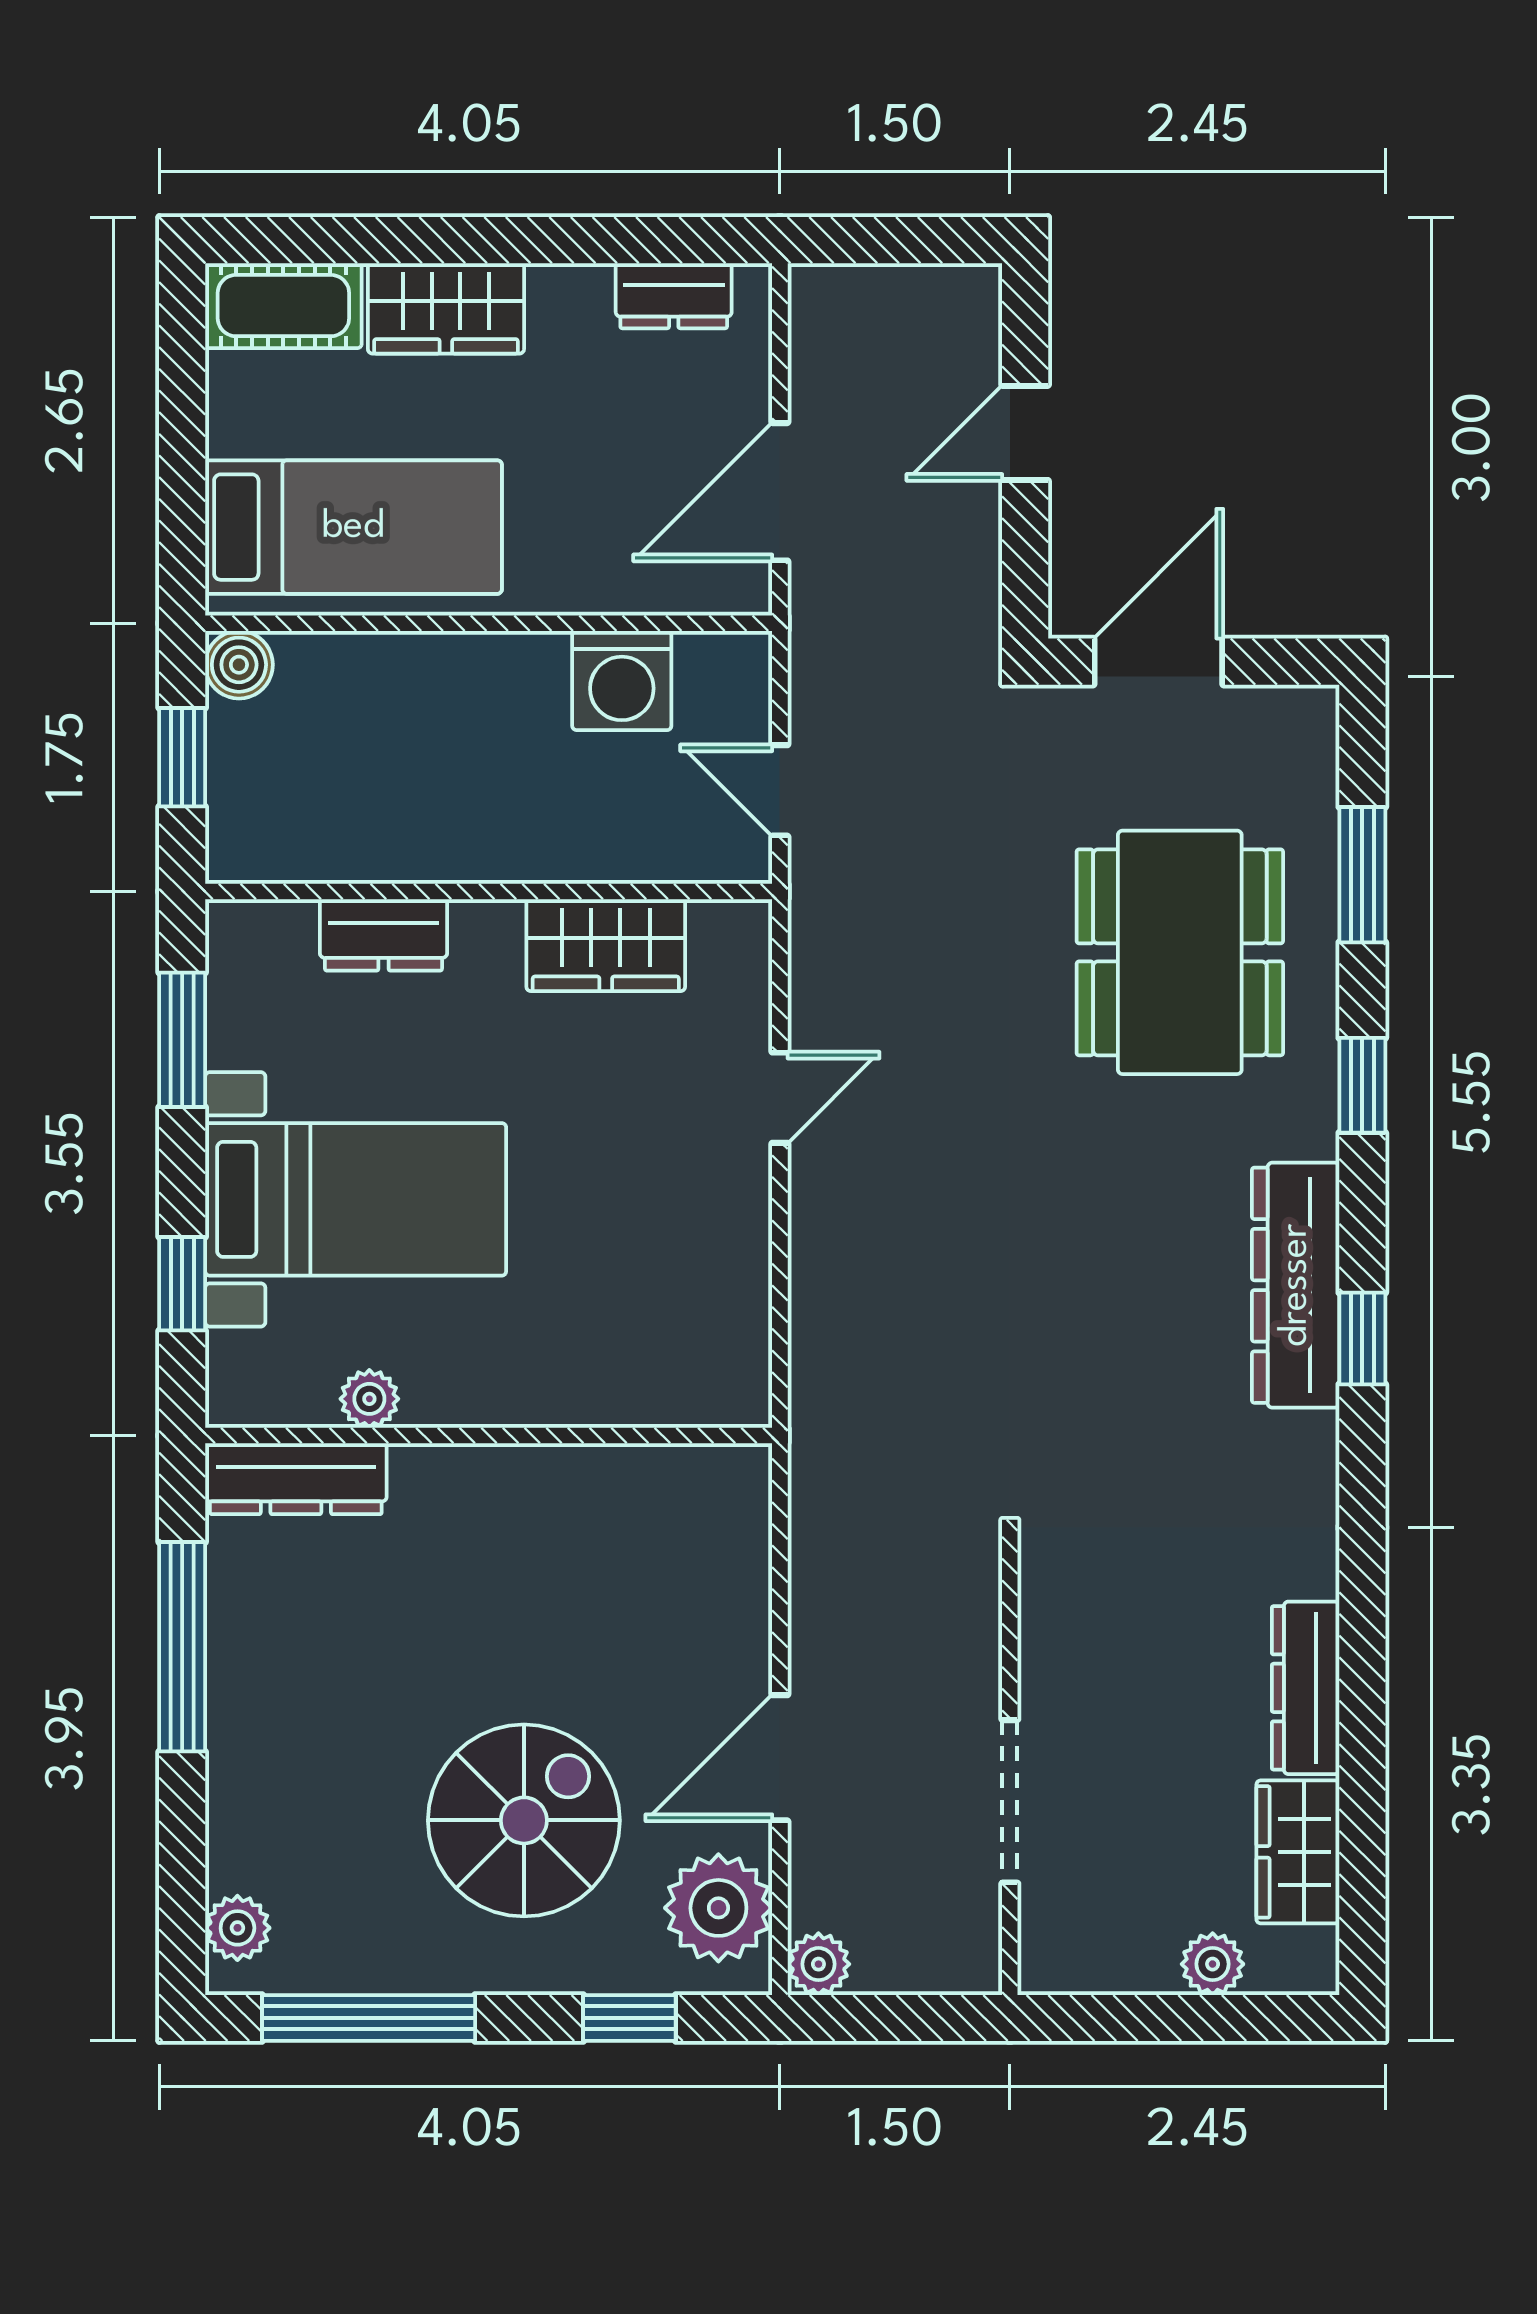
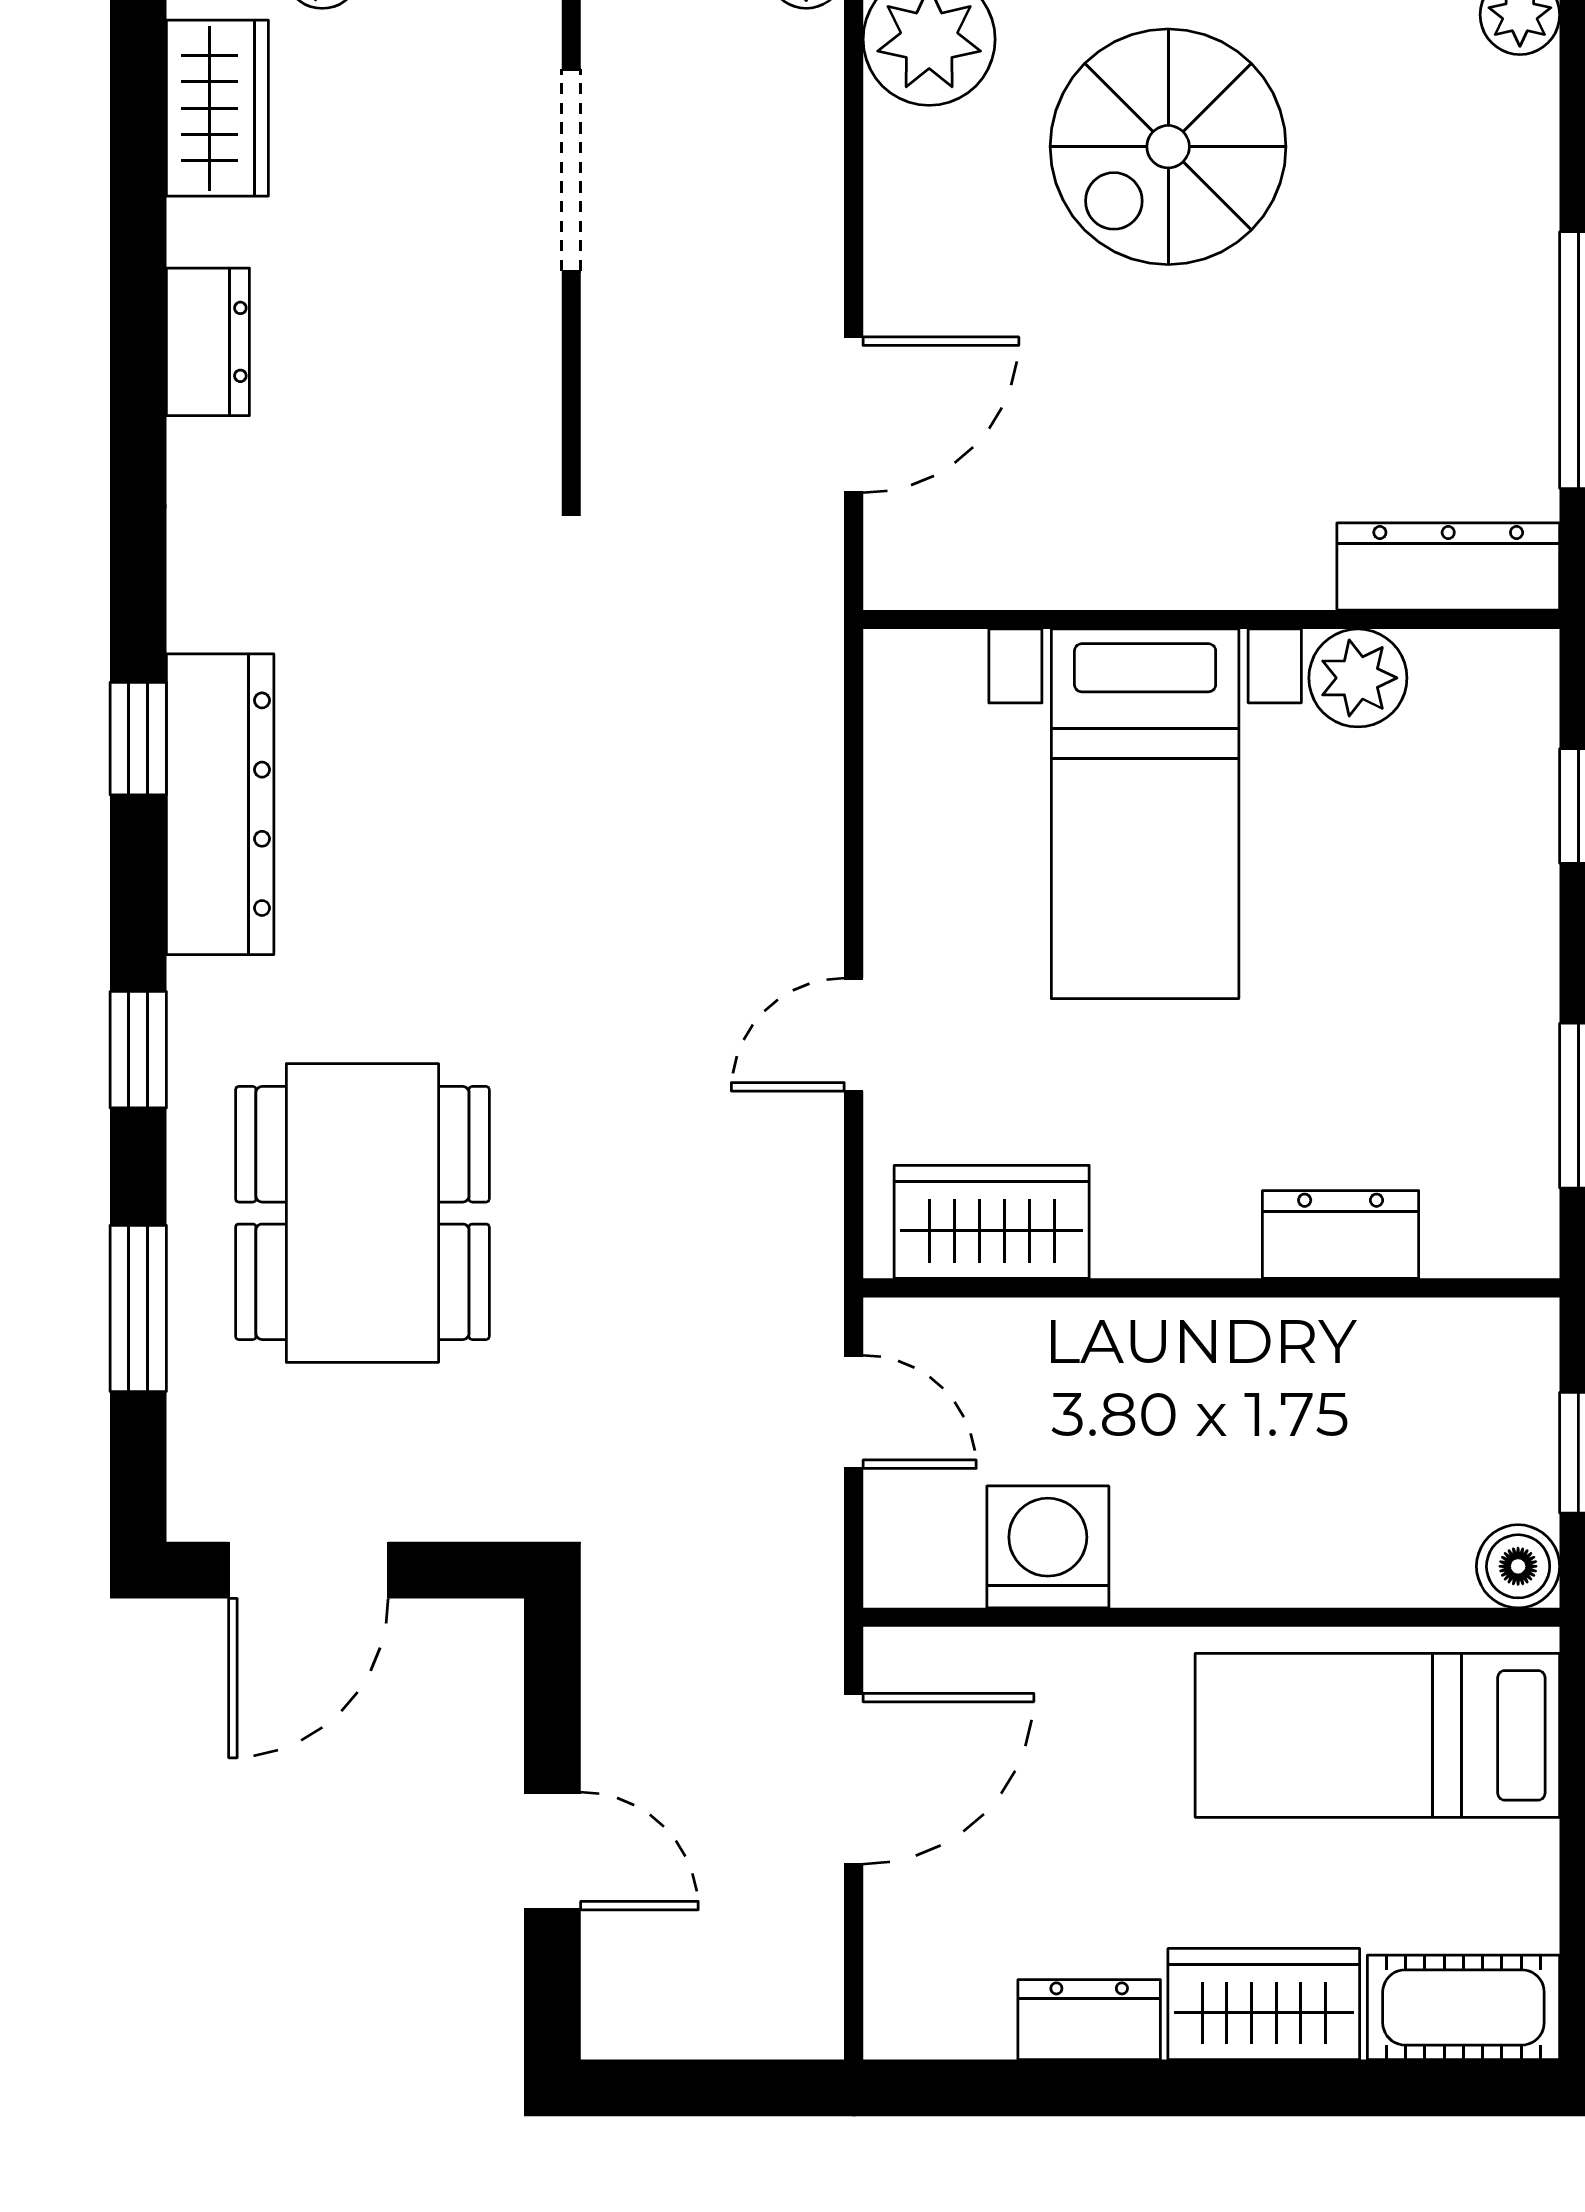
dresser: (674, 296) -> (1089, 2020), moved
door: (1025, 433) -> (552, 1851), hinge flipped
door: (1158, 662) -> (308, 1570), moved
wardrobe: (606, 945) -> (992, 1222), moved
bed with nightstands: (356, 1199) -> (1145, 814), moved, turned -90
plant: (369, 1399) -> (1358, 678), width x1.38, depth x1.38
dresser: (1306, 1688) -> (208, 342), width x0.70
door: (780, 1758) -> (854, 415), moved

